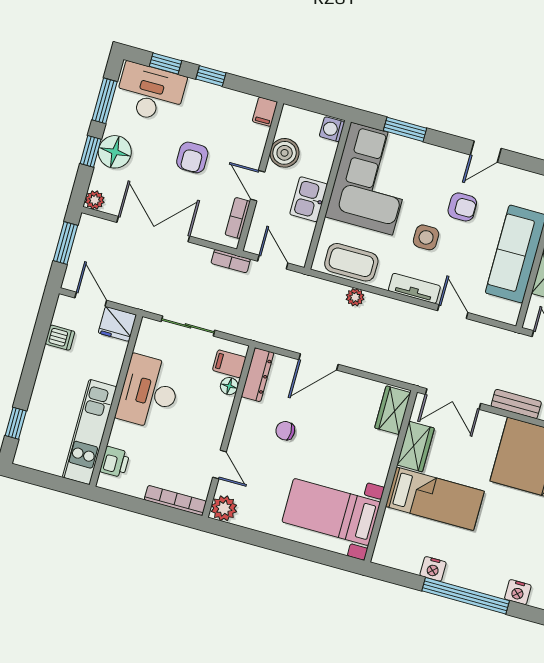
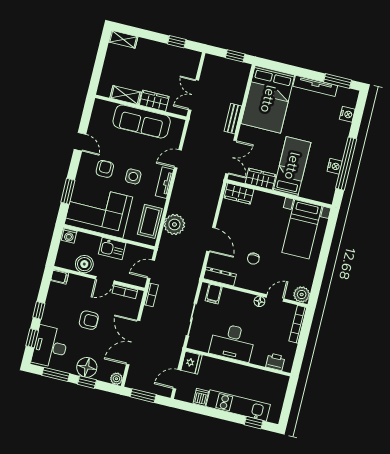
armchair: (462, 207) -> (105, 169), moved
plant: (355, 297) -> (174, 224), width x1.87, depth x1.87
floor lamp: (229, 386) -> (259, 301), moved
kitchen unit: (90, 432) -> (238, 406), moved, turned 180
window: (466, 596) -> (346, 164), moved

